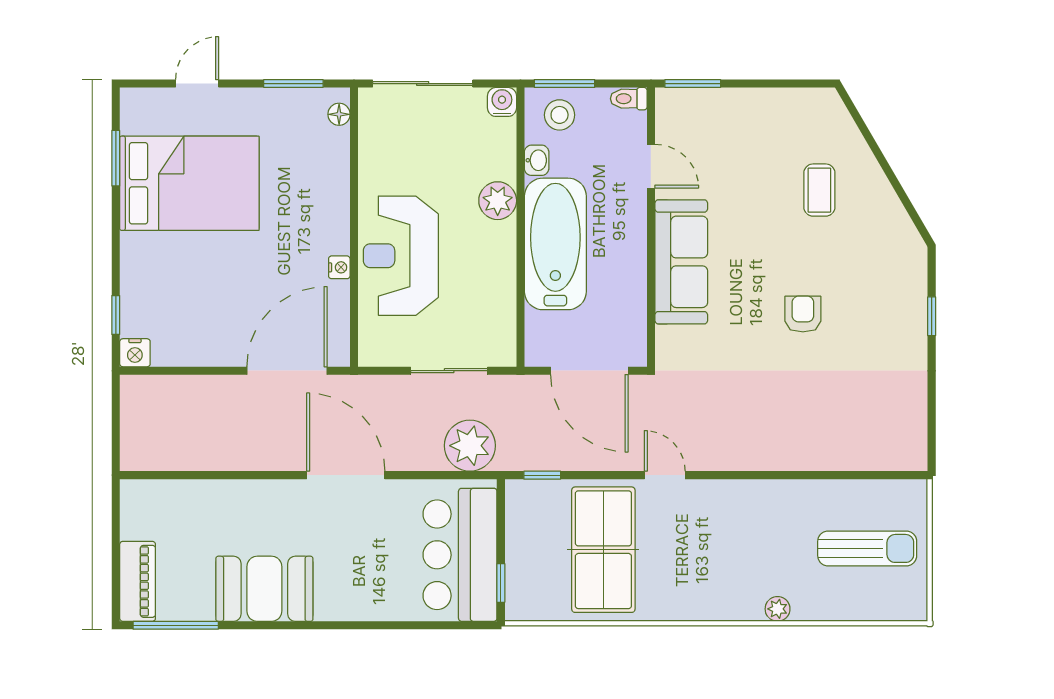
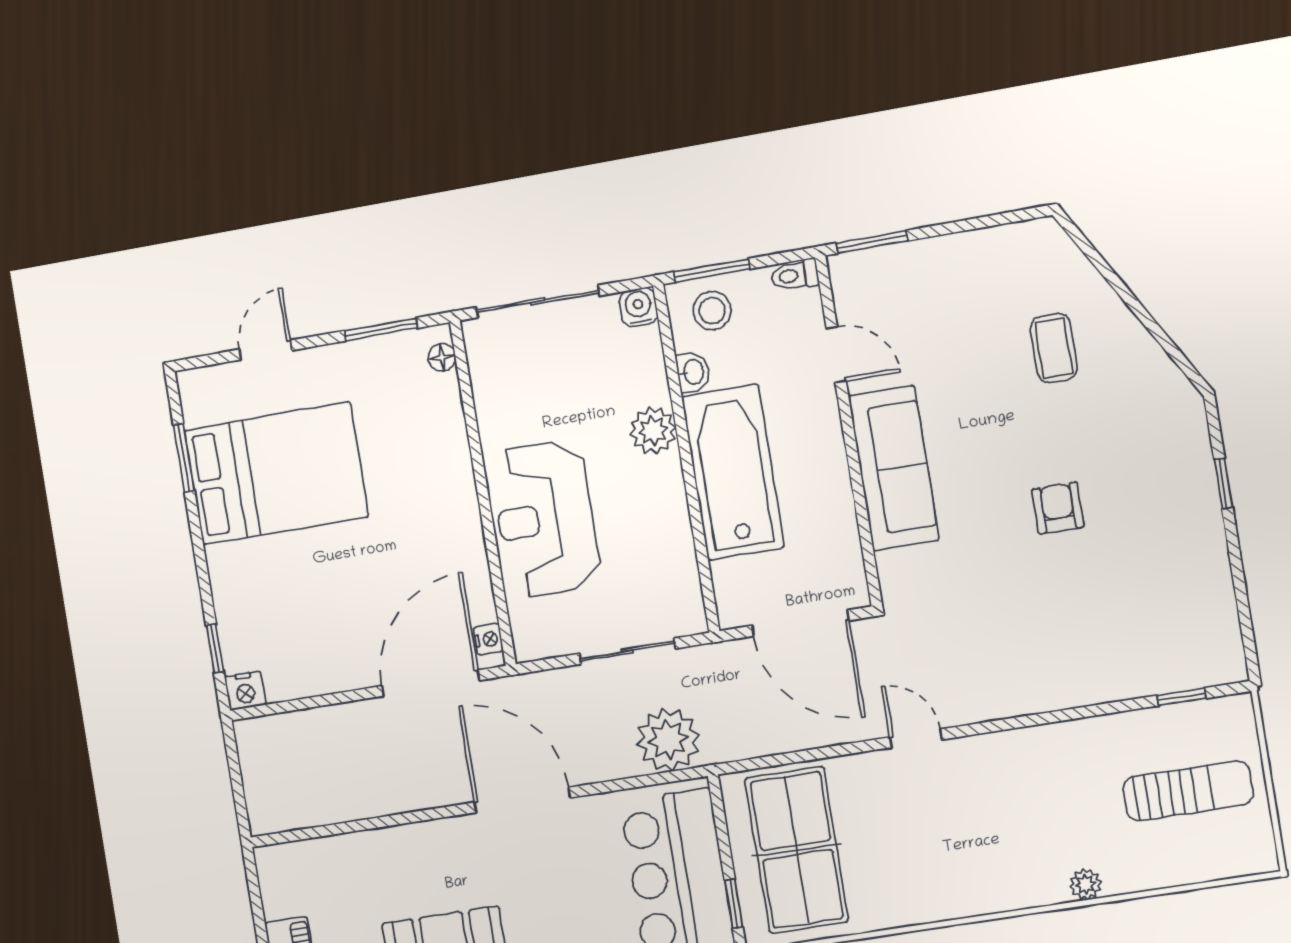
nightstand: (339, 267) -> (488, 639), moved
window: (542, 475) -> (1182, 697), moved
table tennis table: (603, 550) -> (797, 850), moved

